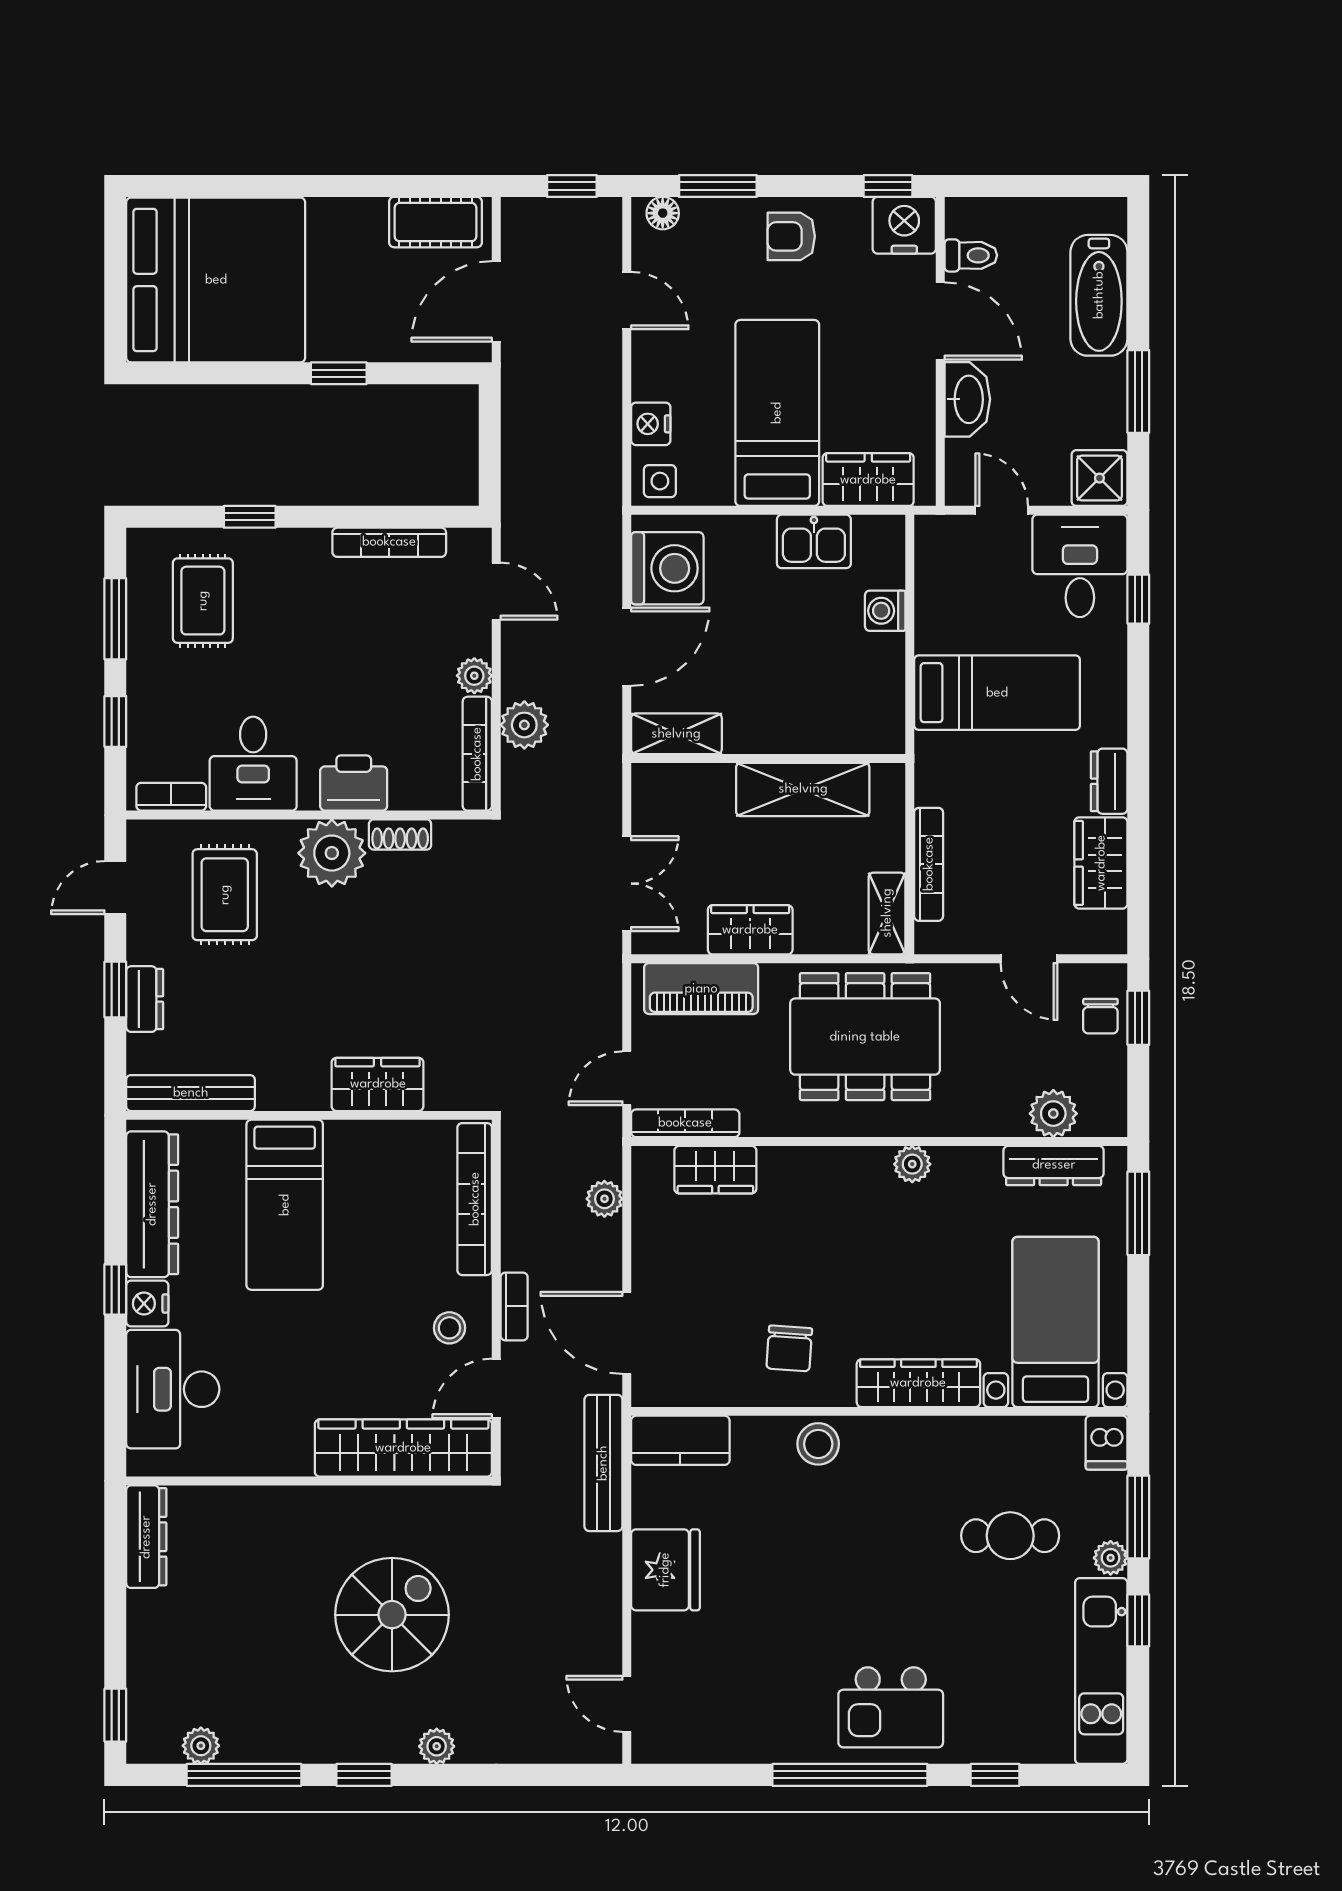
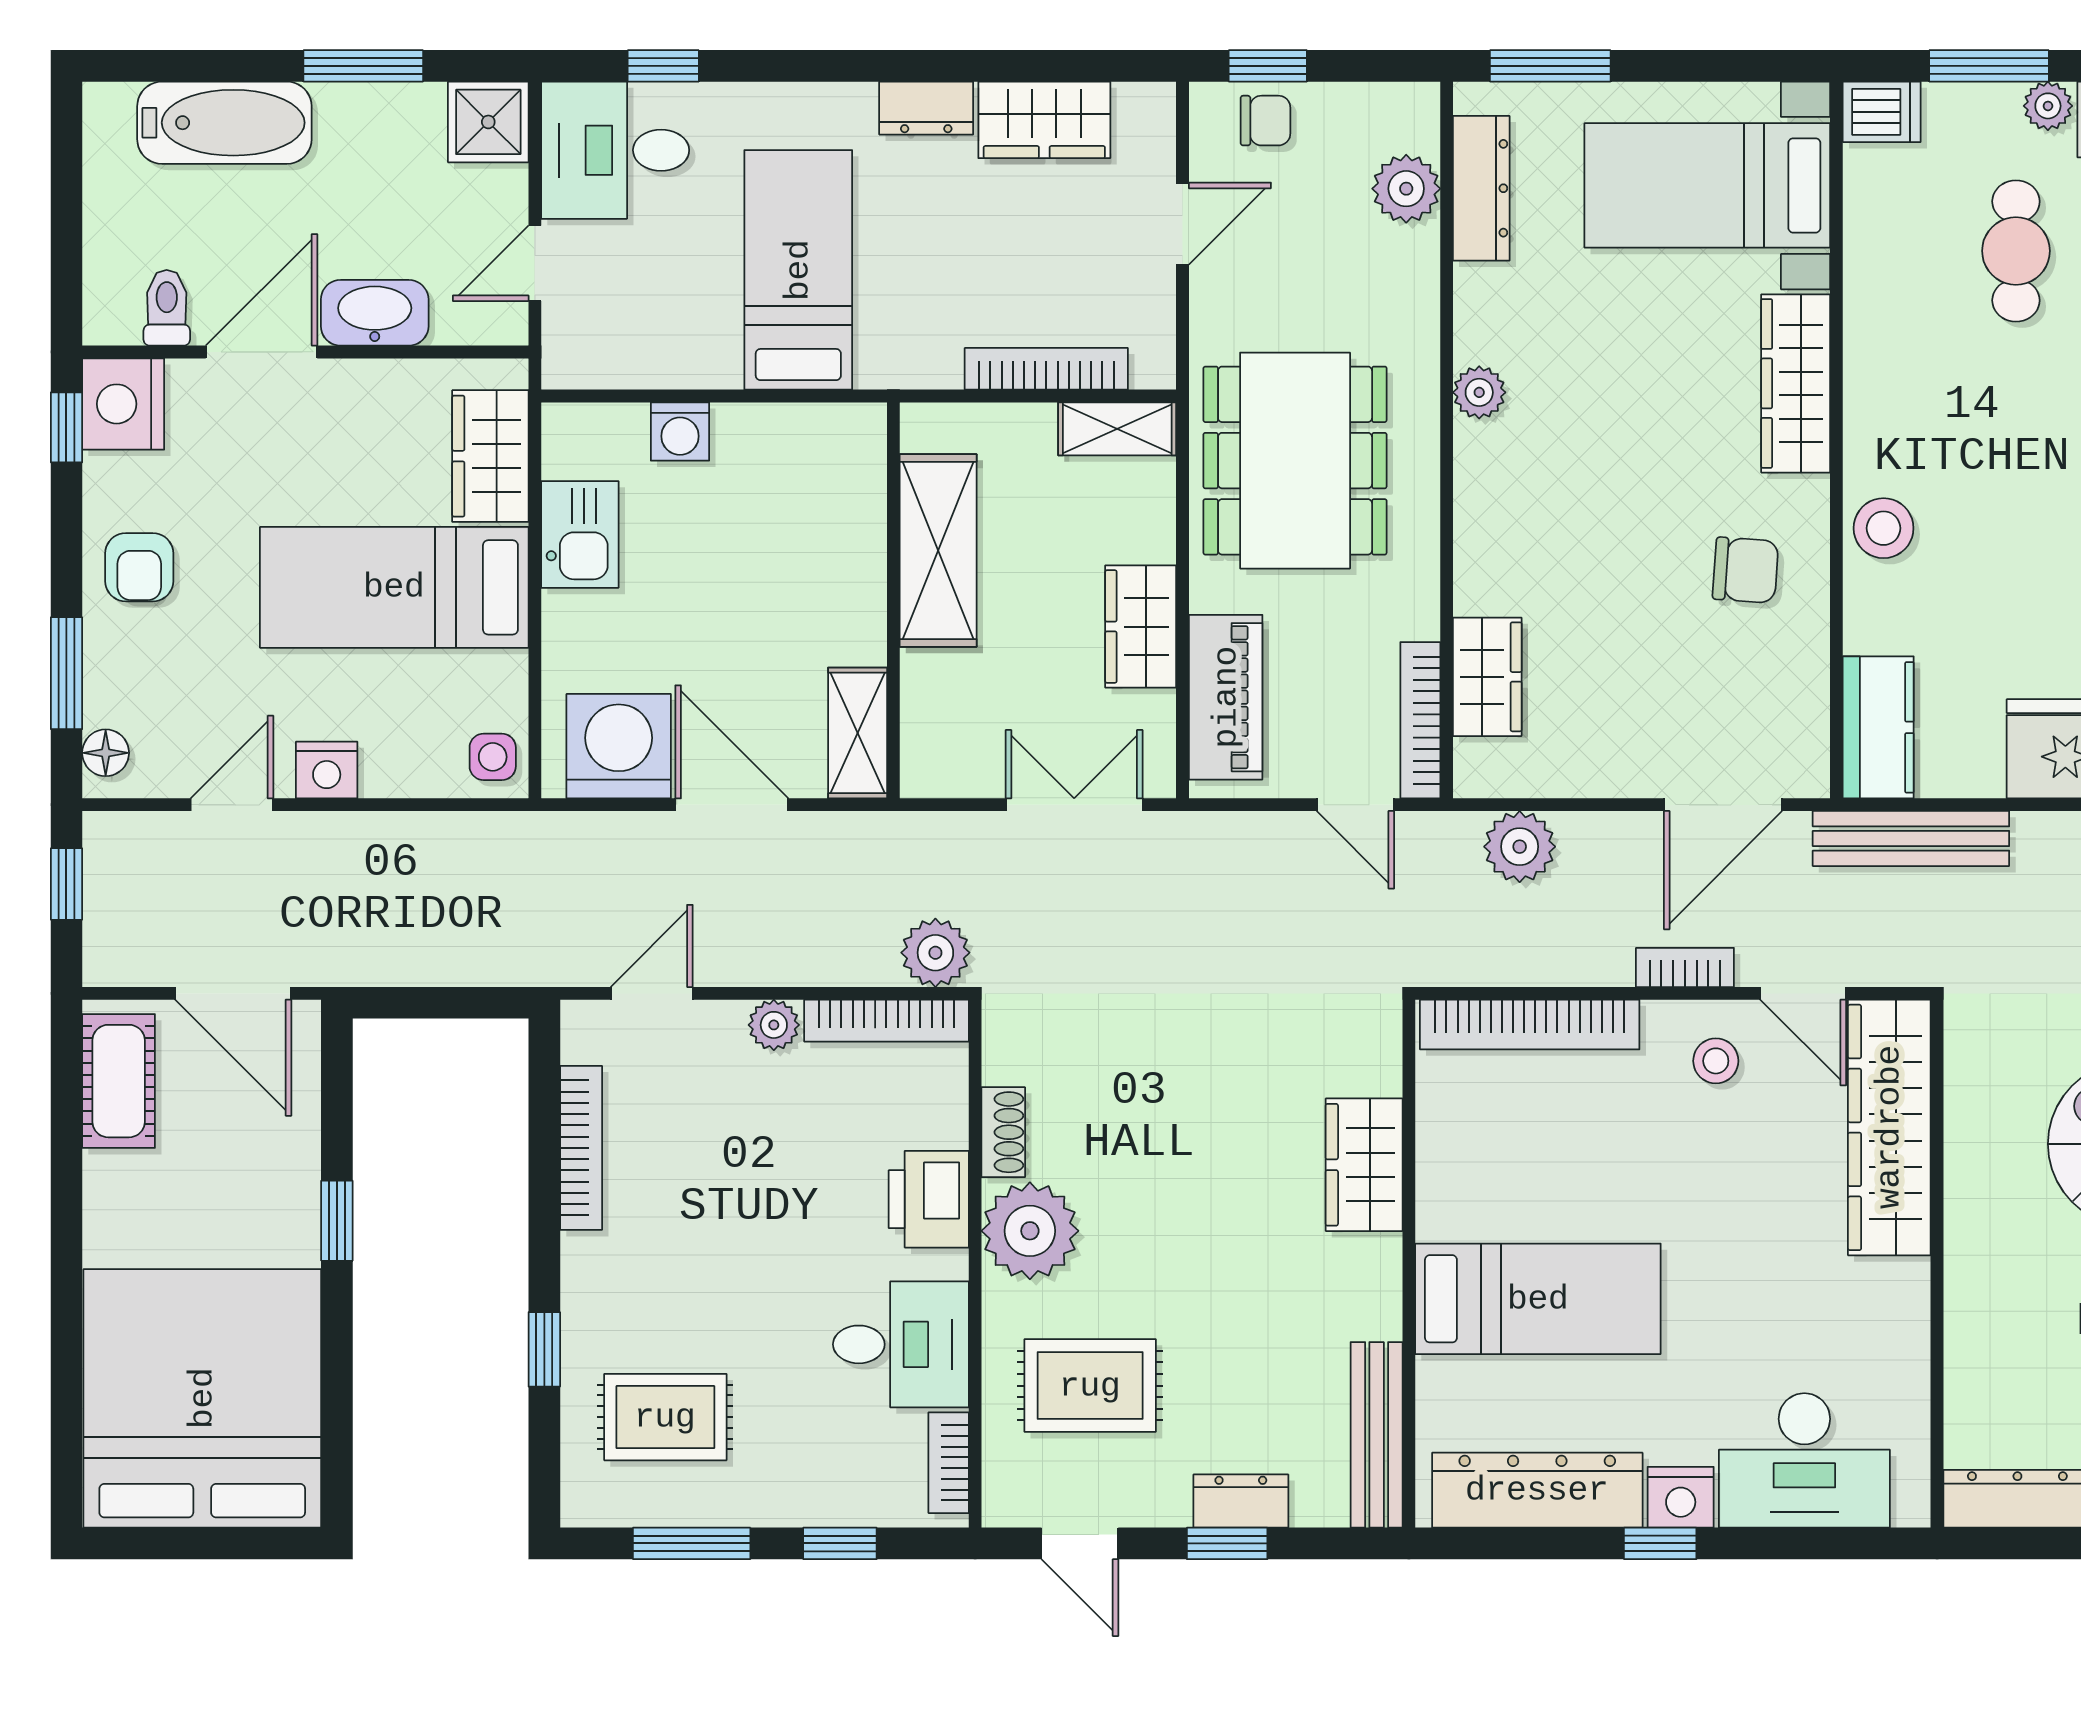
nightstand: (651, 424) -> (327, 770), moved
plant: (524, 725) -> (935, 953), moved
plant: (604, 1199) -> (1520, 847), width x1.38, depth x1.38

